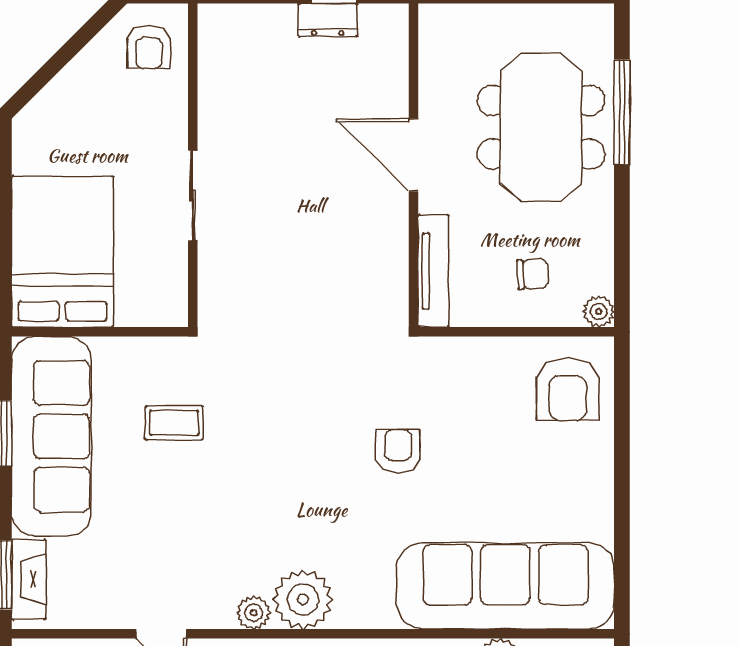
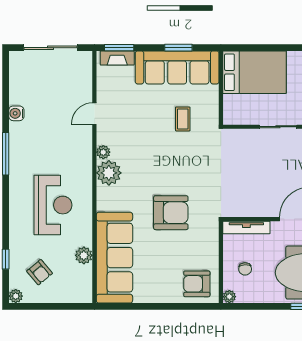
armchair: (398, 451) -> (171, 213), width x1.88, depth x1.88

